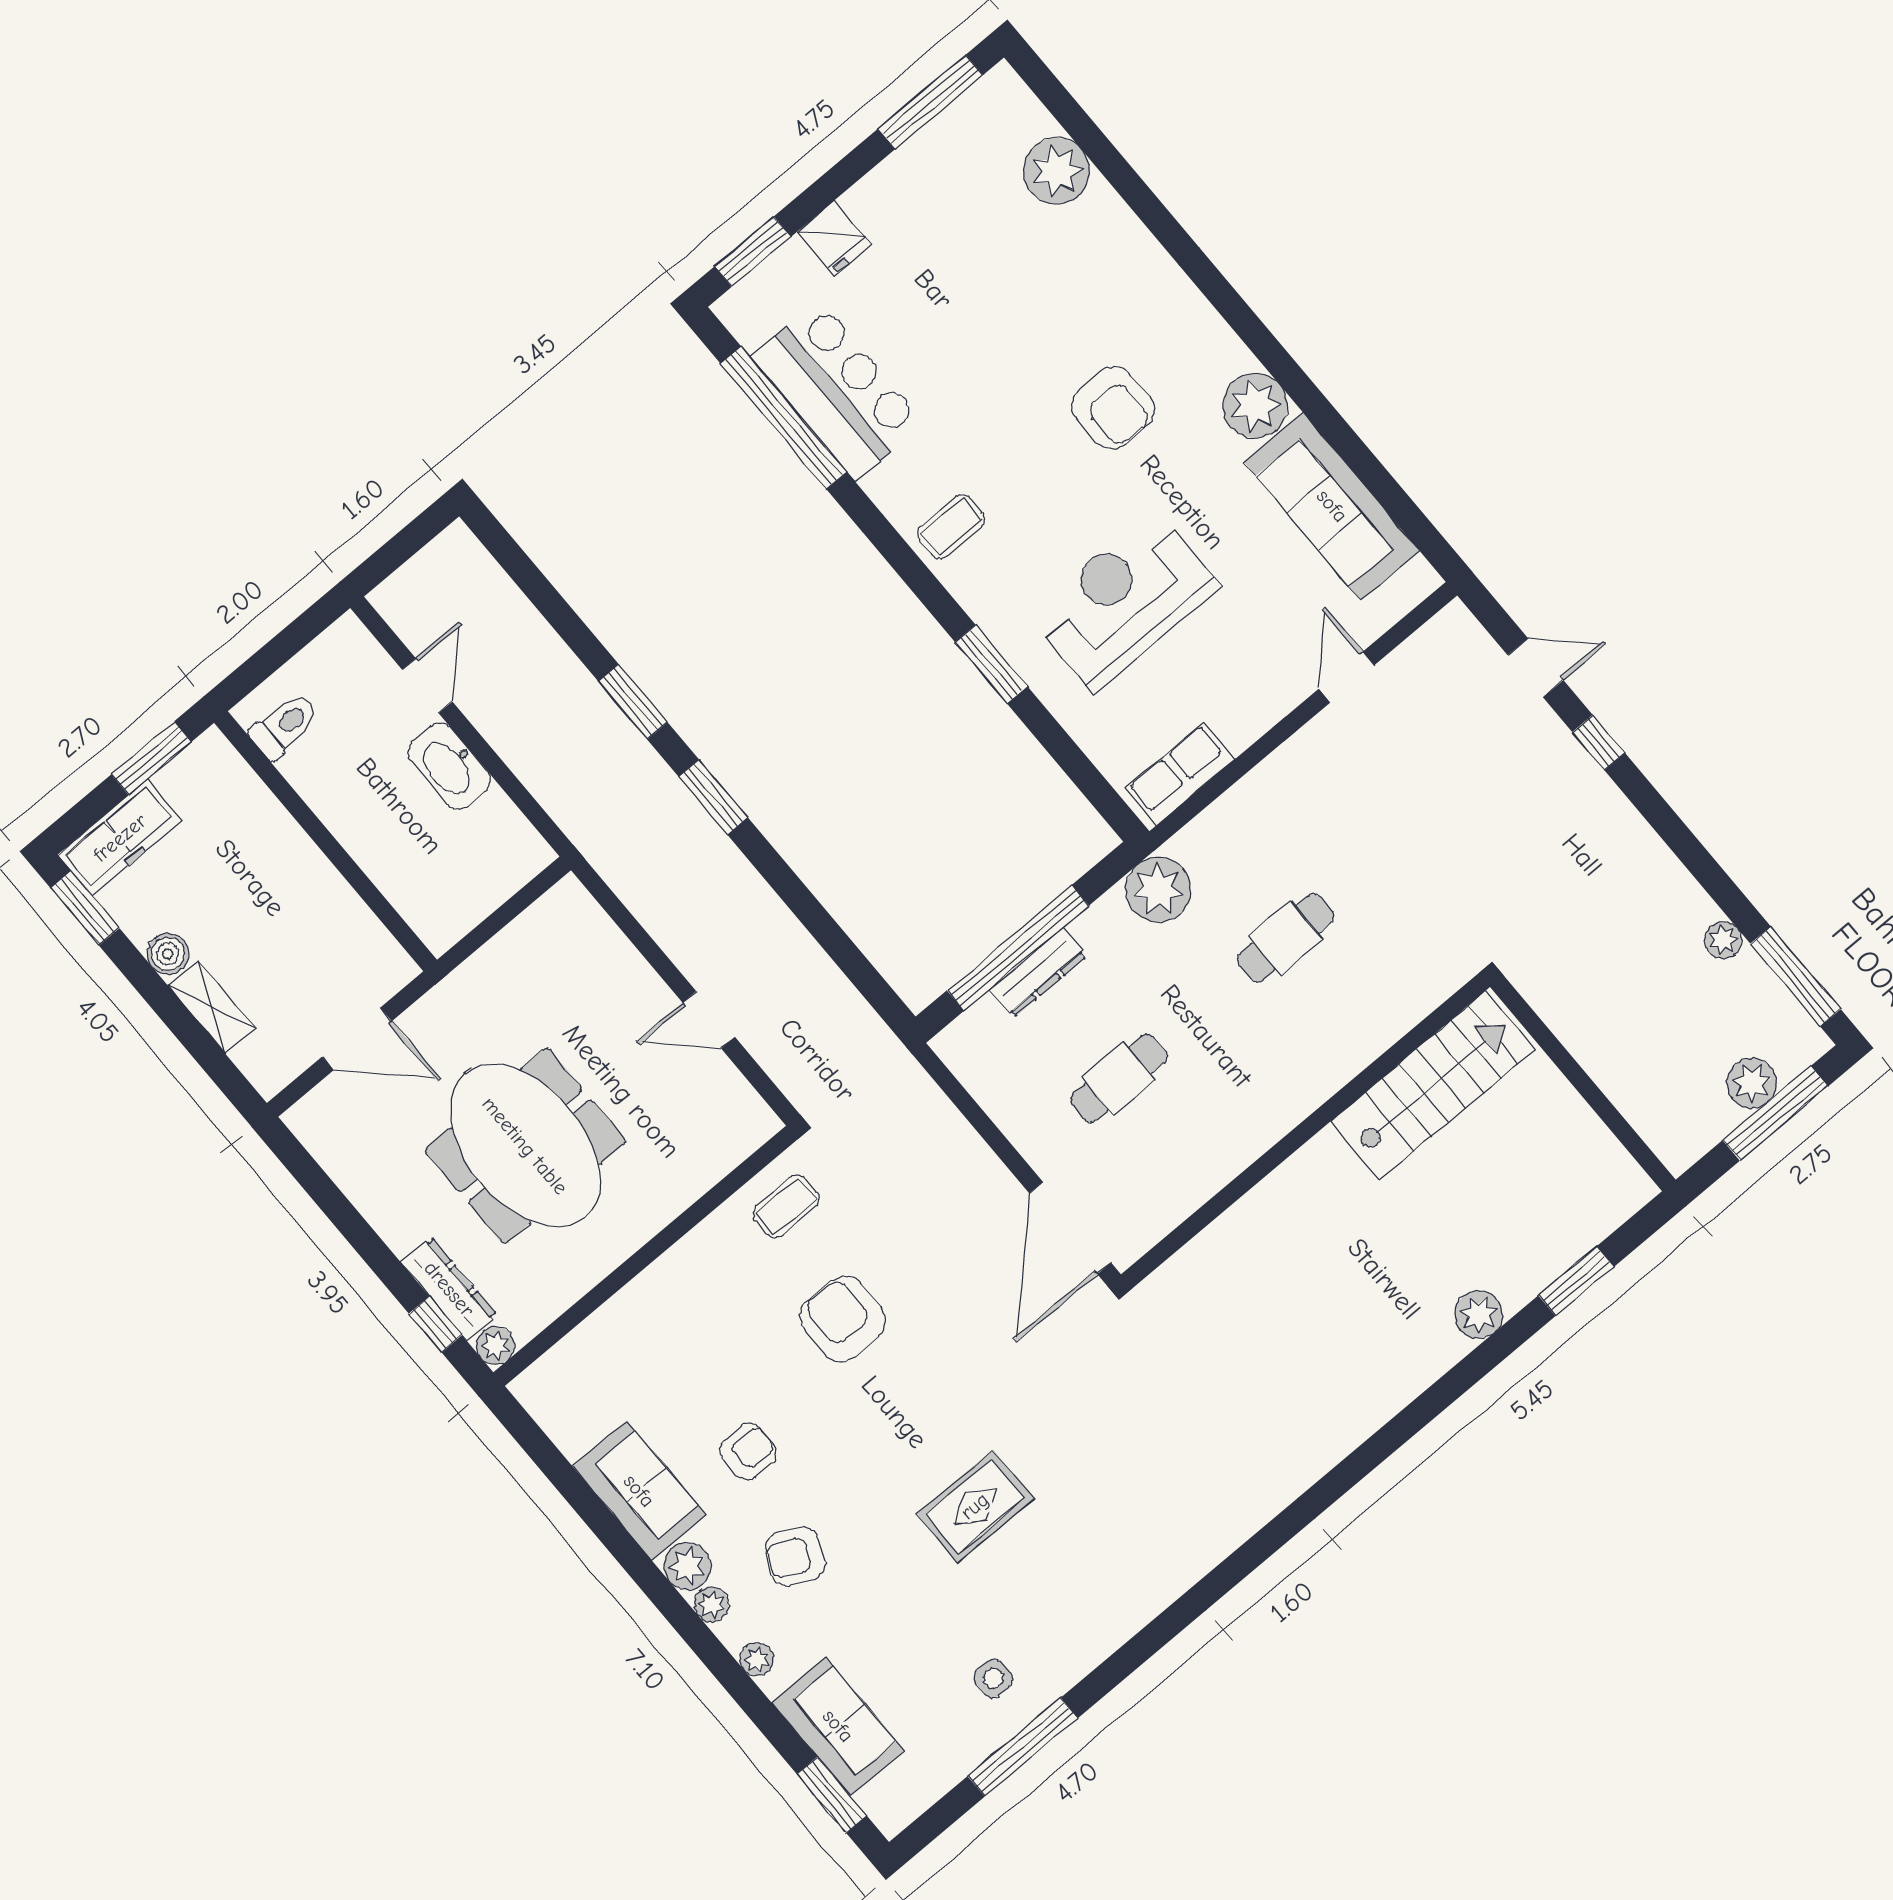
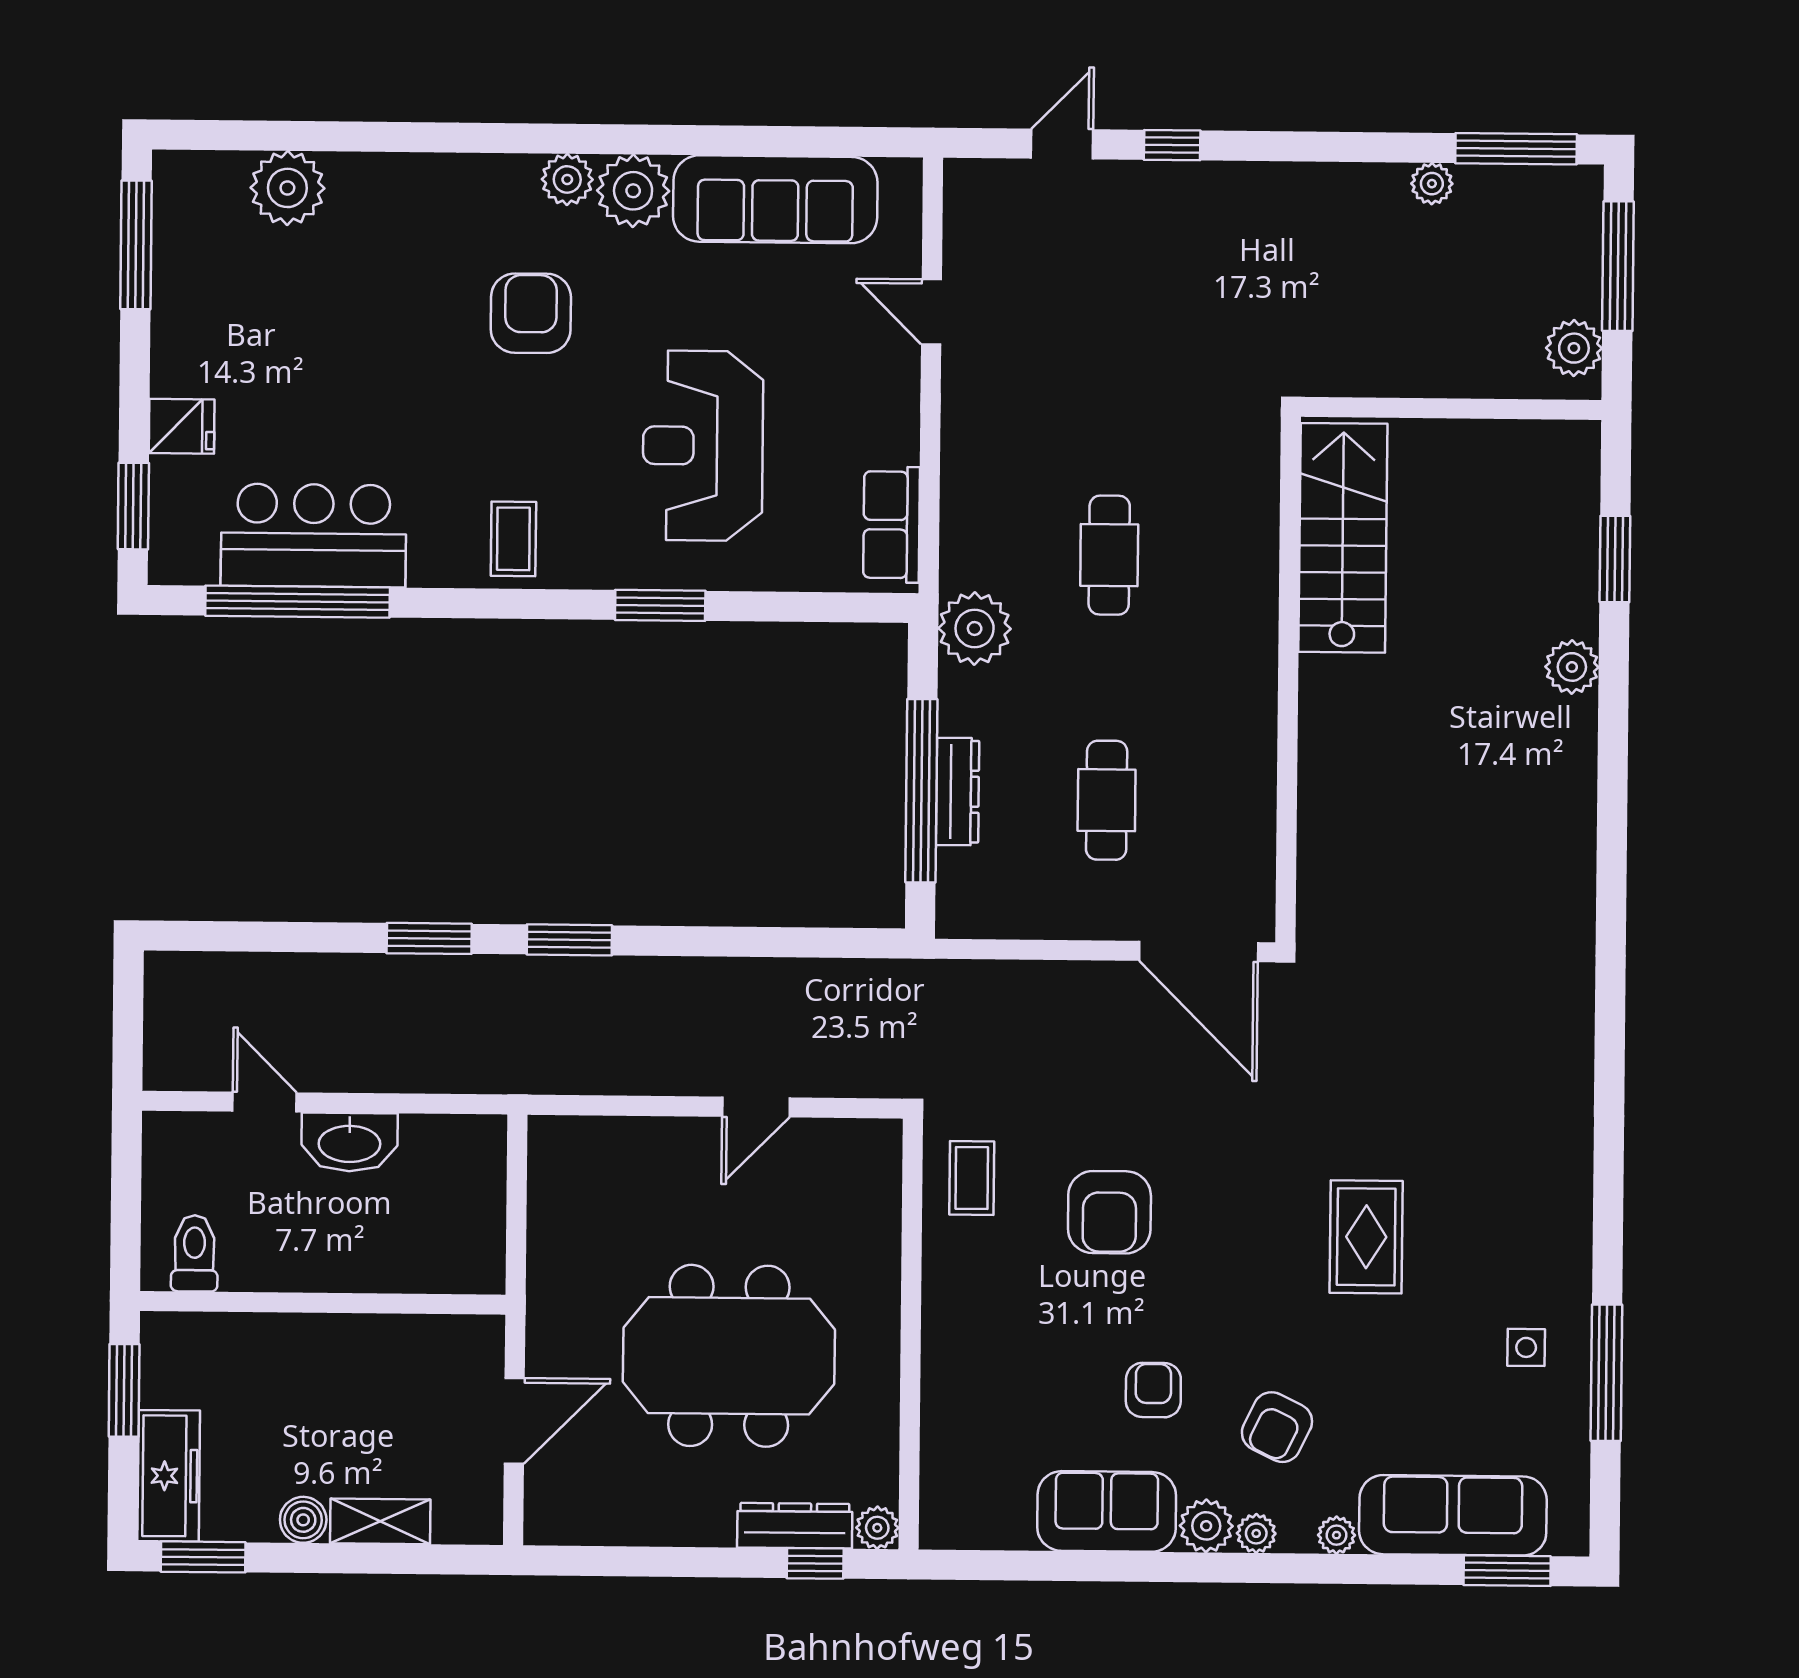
plant: (1225, 355) -> (567, 179), added
armchair: (1113, 408) -> (531, 313), turned -90
plant: (1752, 1083) -> (1574, 348), moved
armchair: (843, 1319) -> (1109, 1212), turned -90
sofa: (838, 1726) -> (1453, 1515), width x1.36

